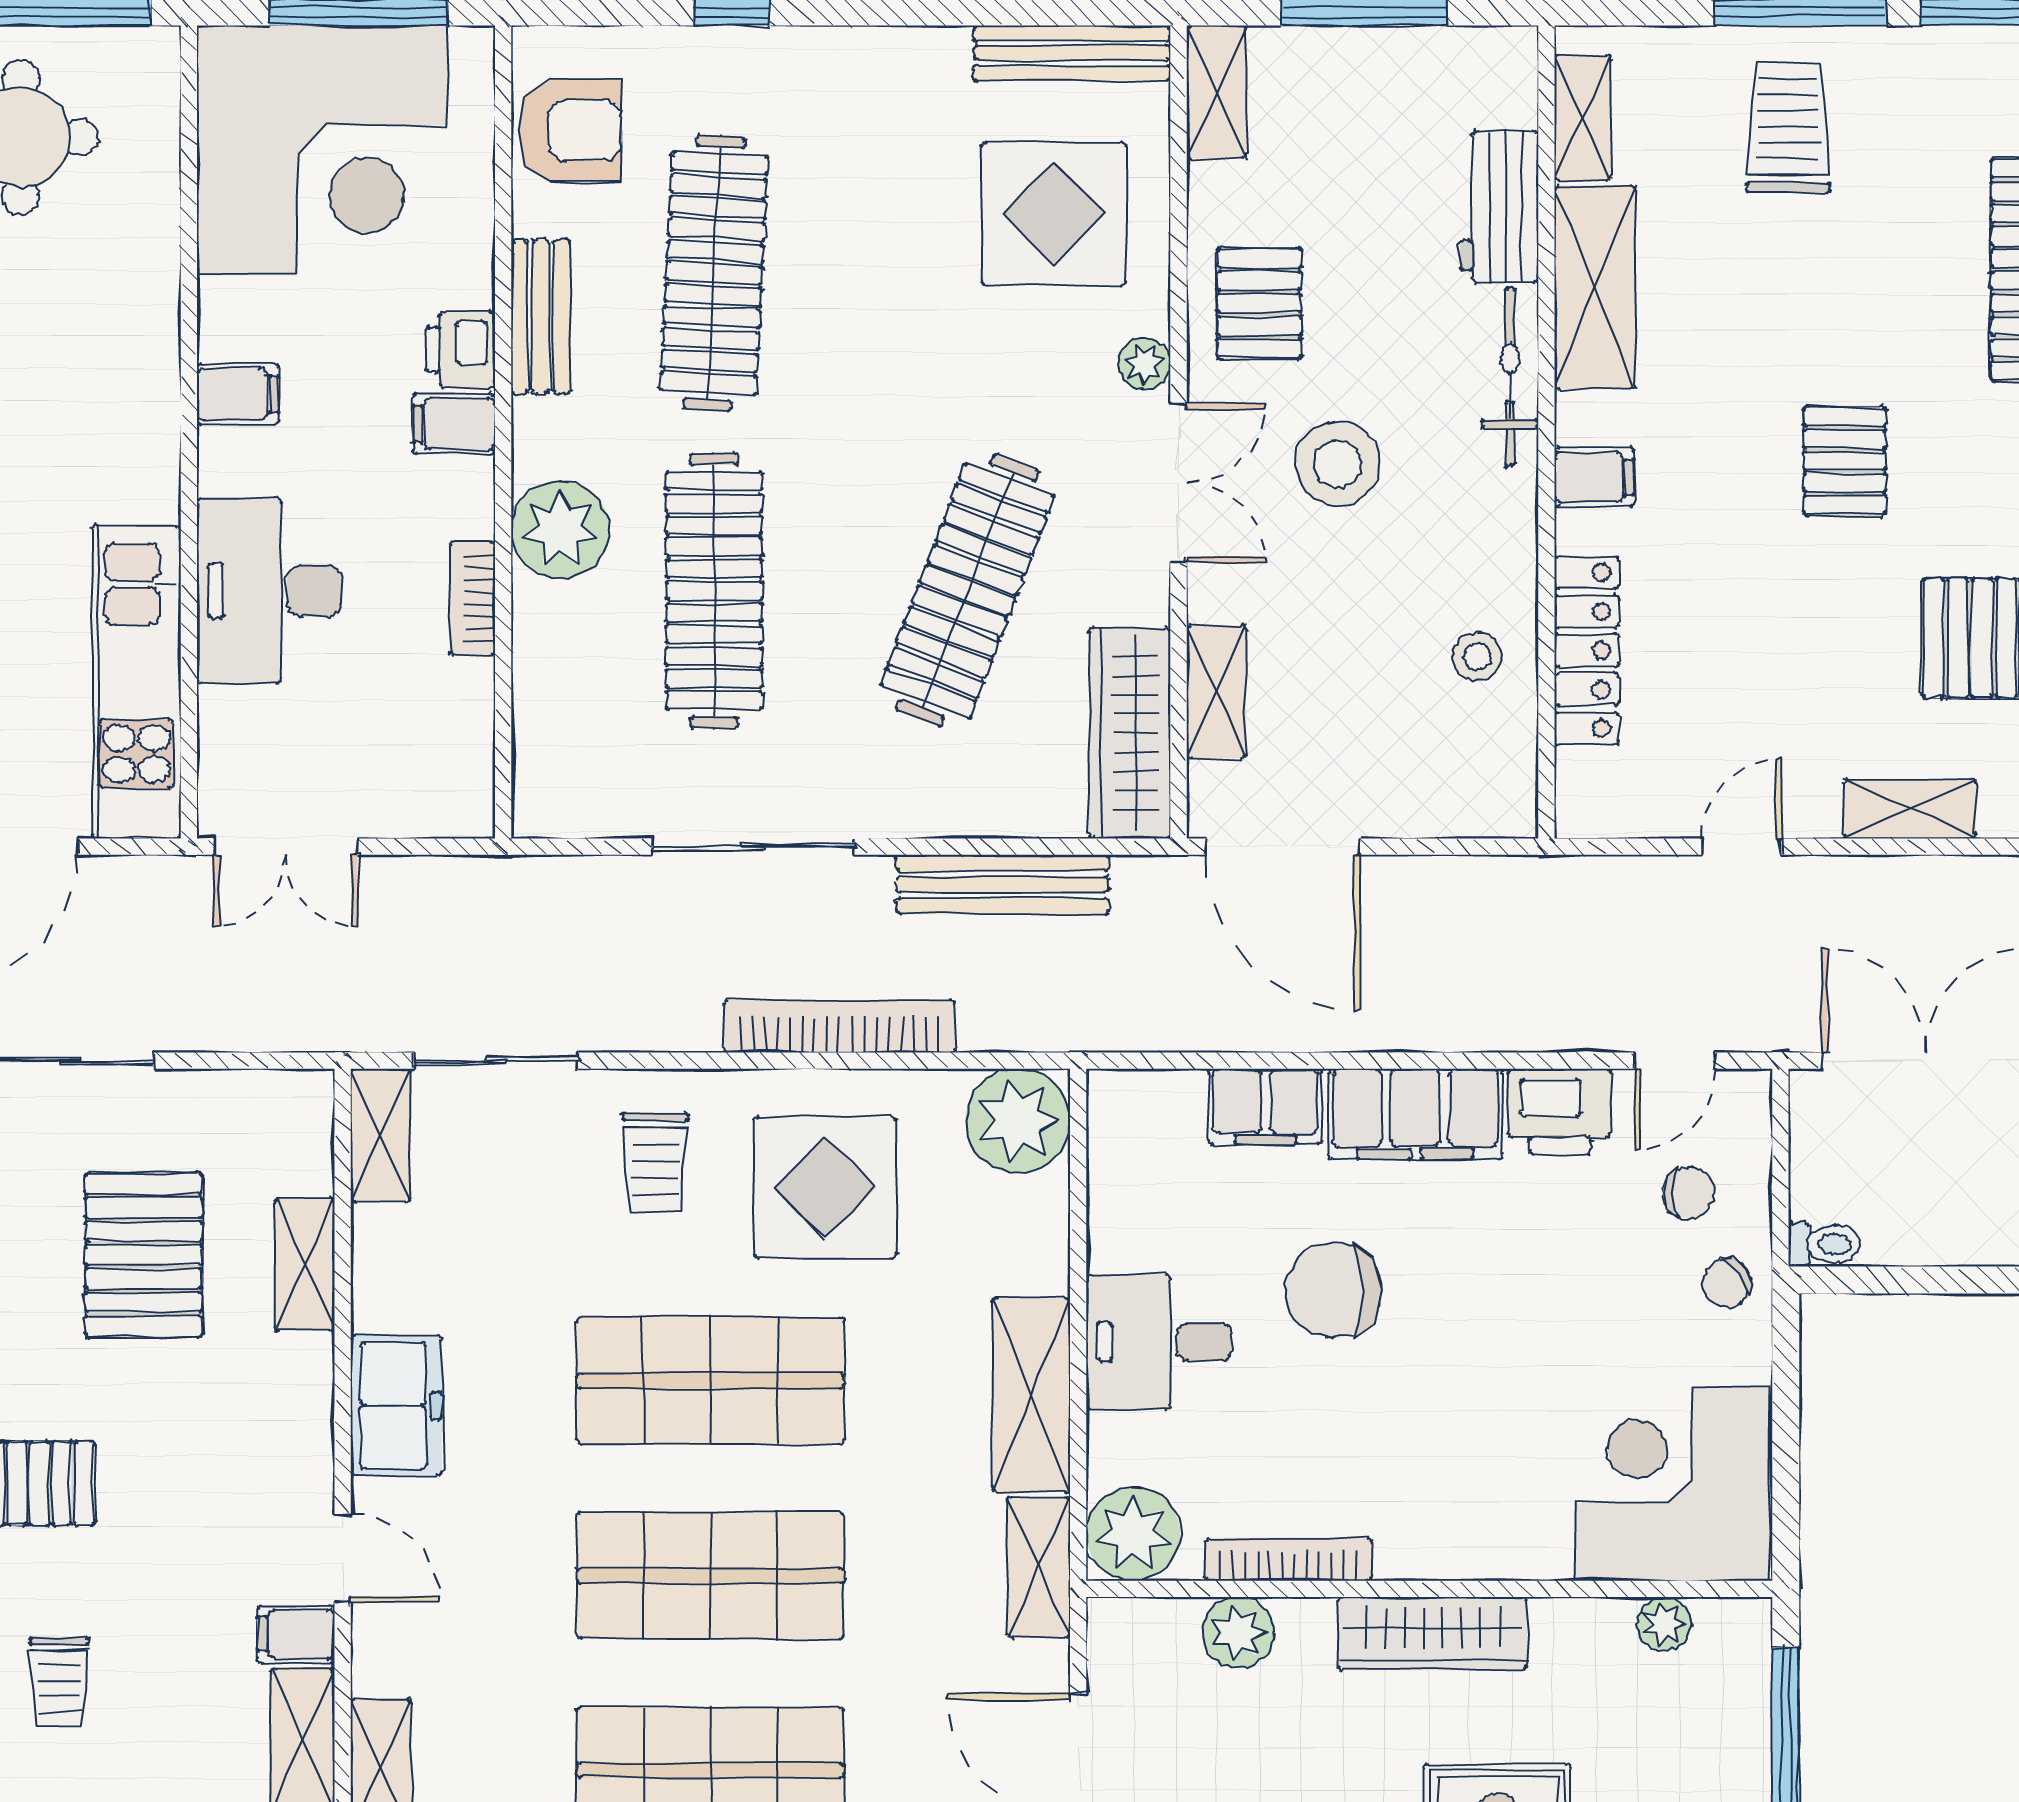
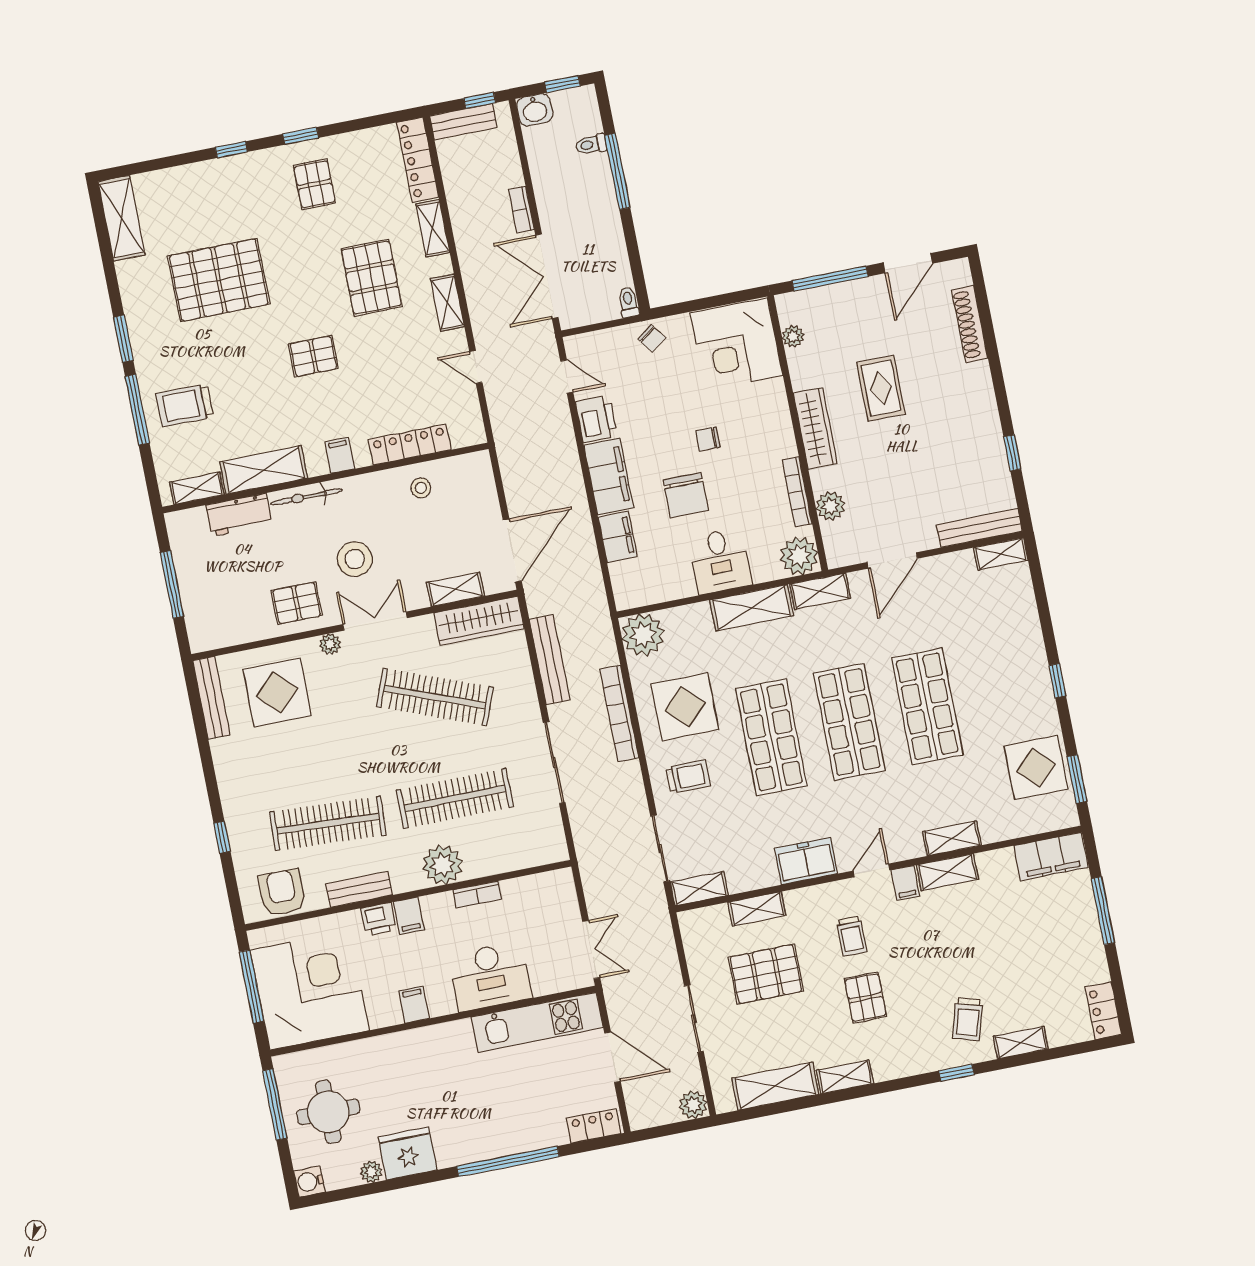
shelving: (1216, 92) -> (215, 637), removed
chair: (1688, 1193) -> (708, 439), moved, turned -90
trolley: (59, 1682) -> (852, 936), moved, turned 90

